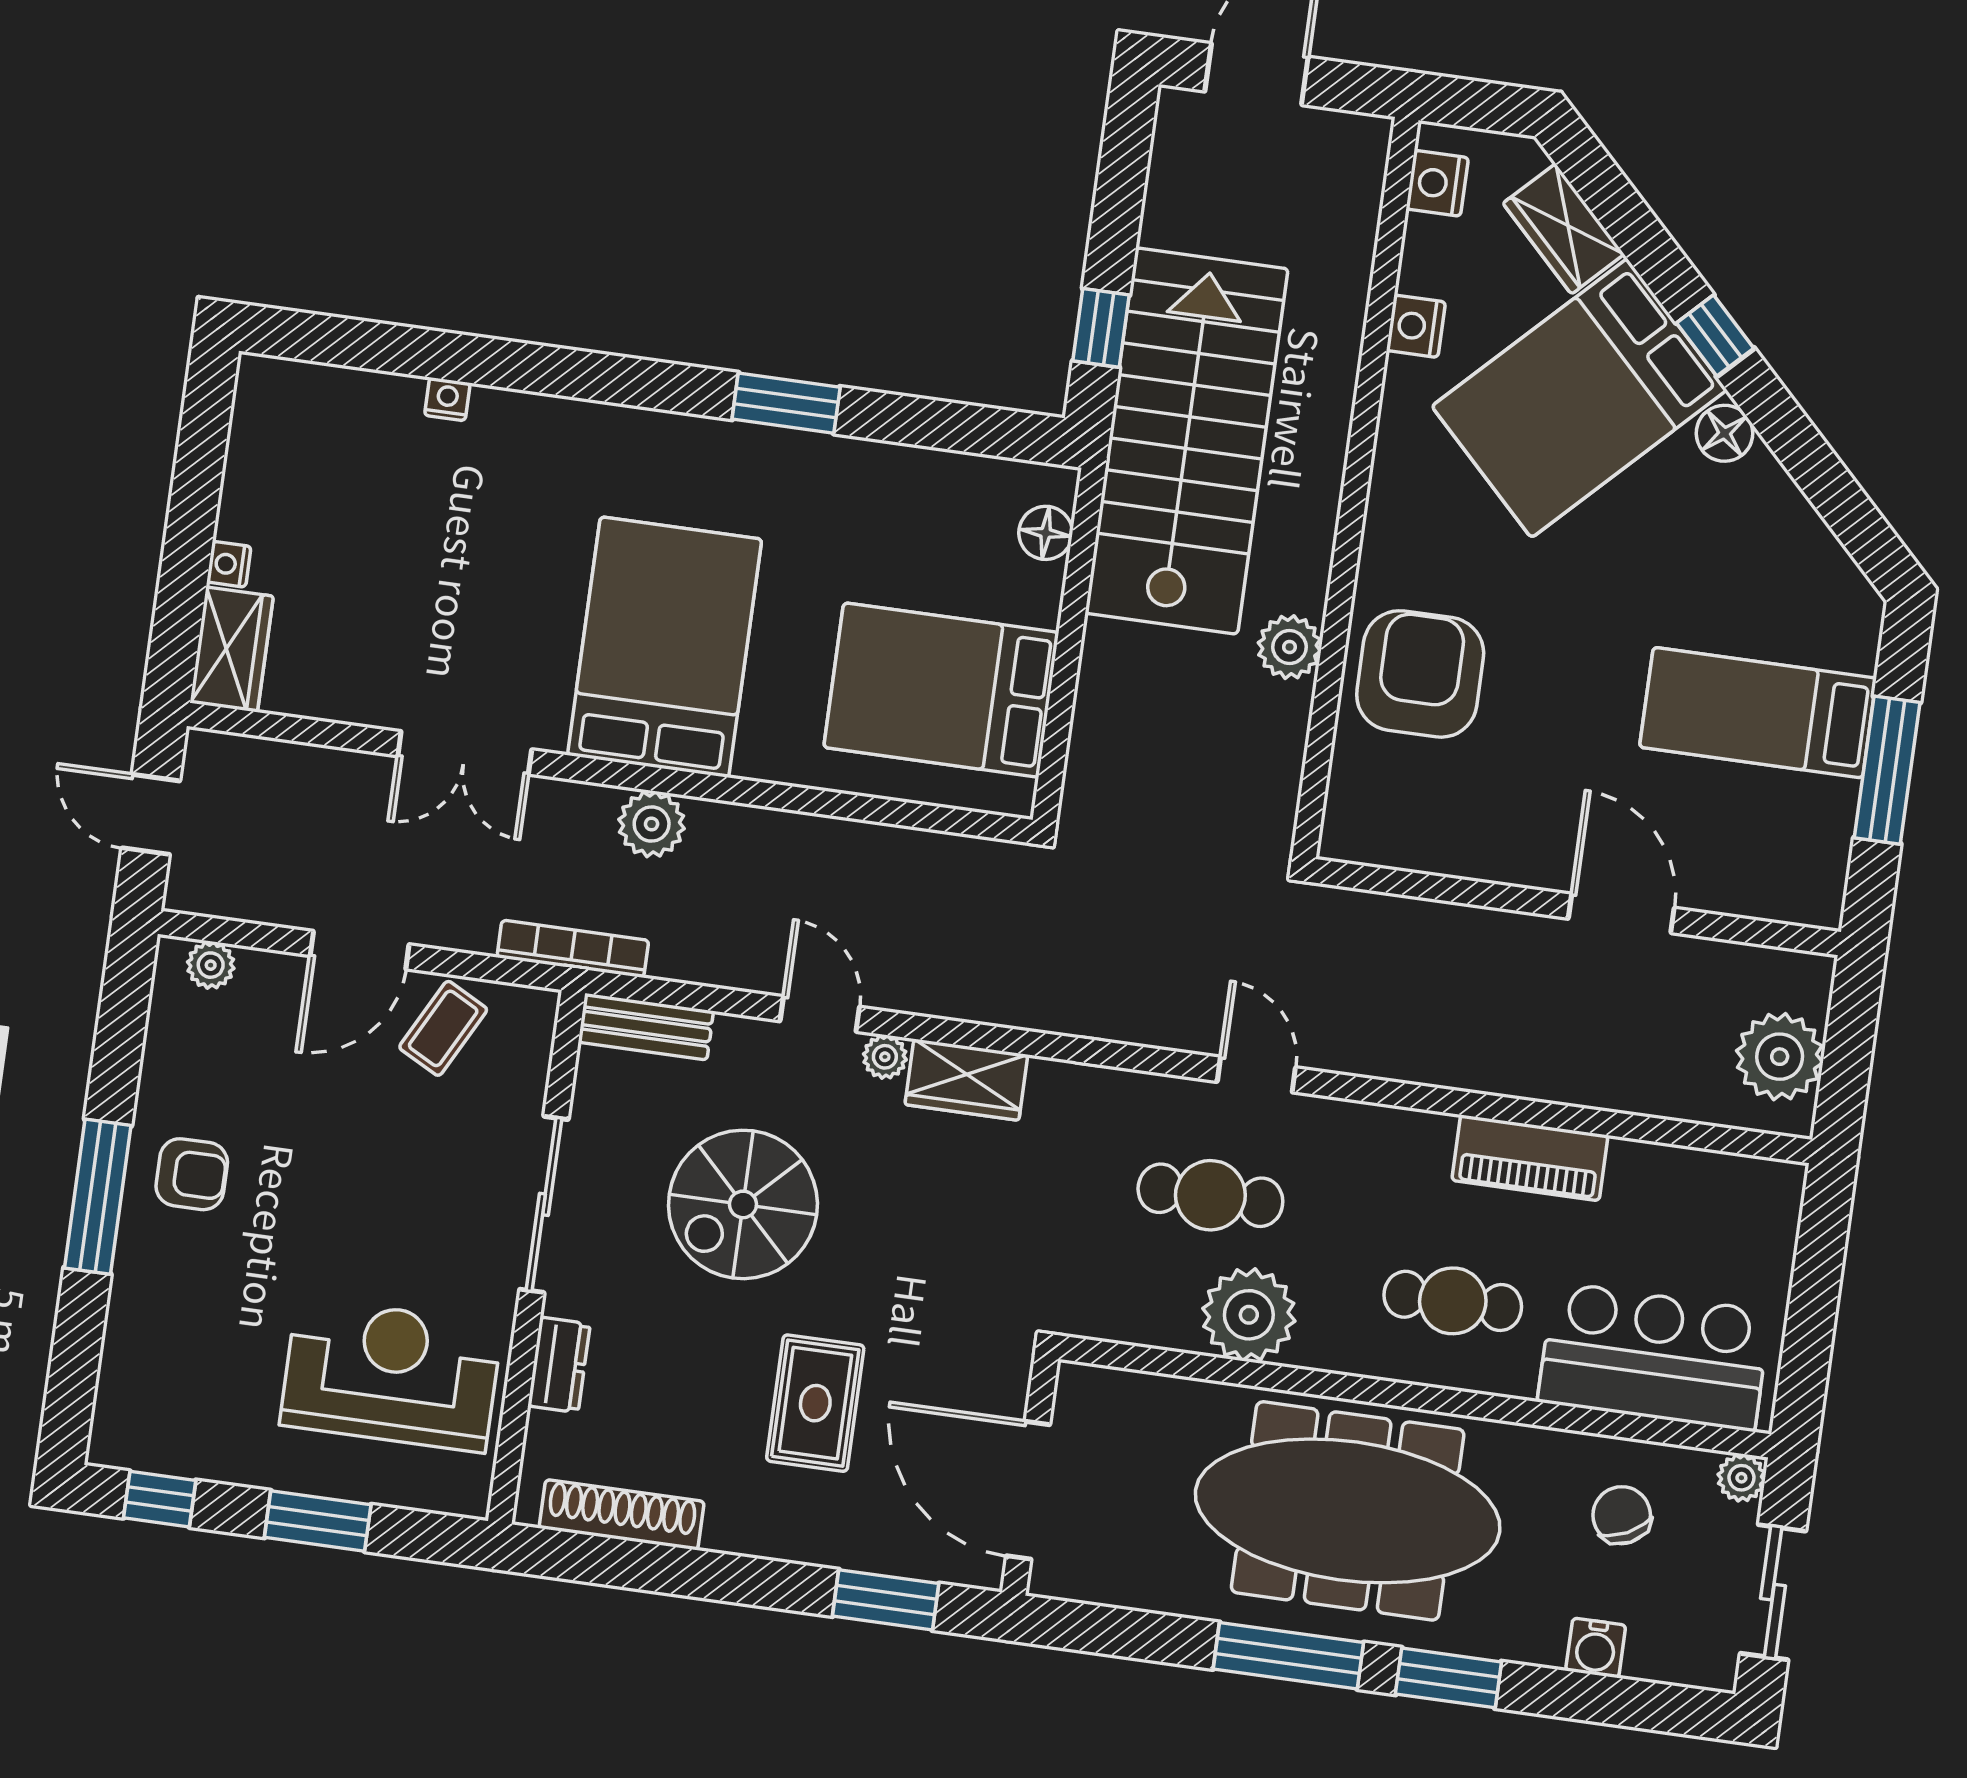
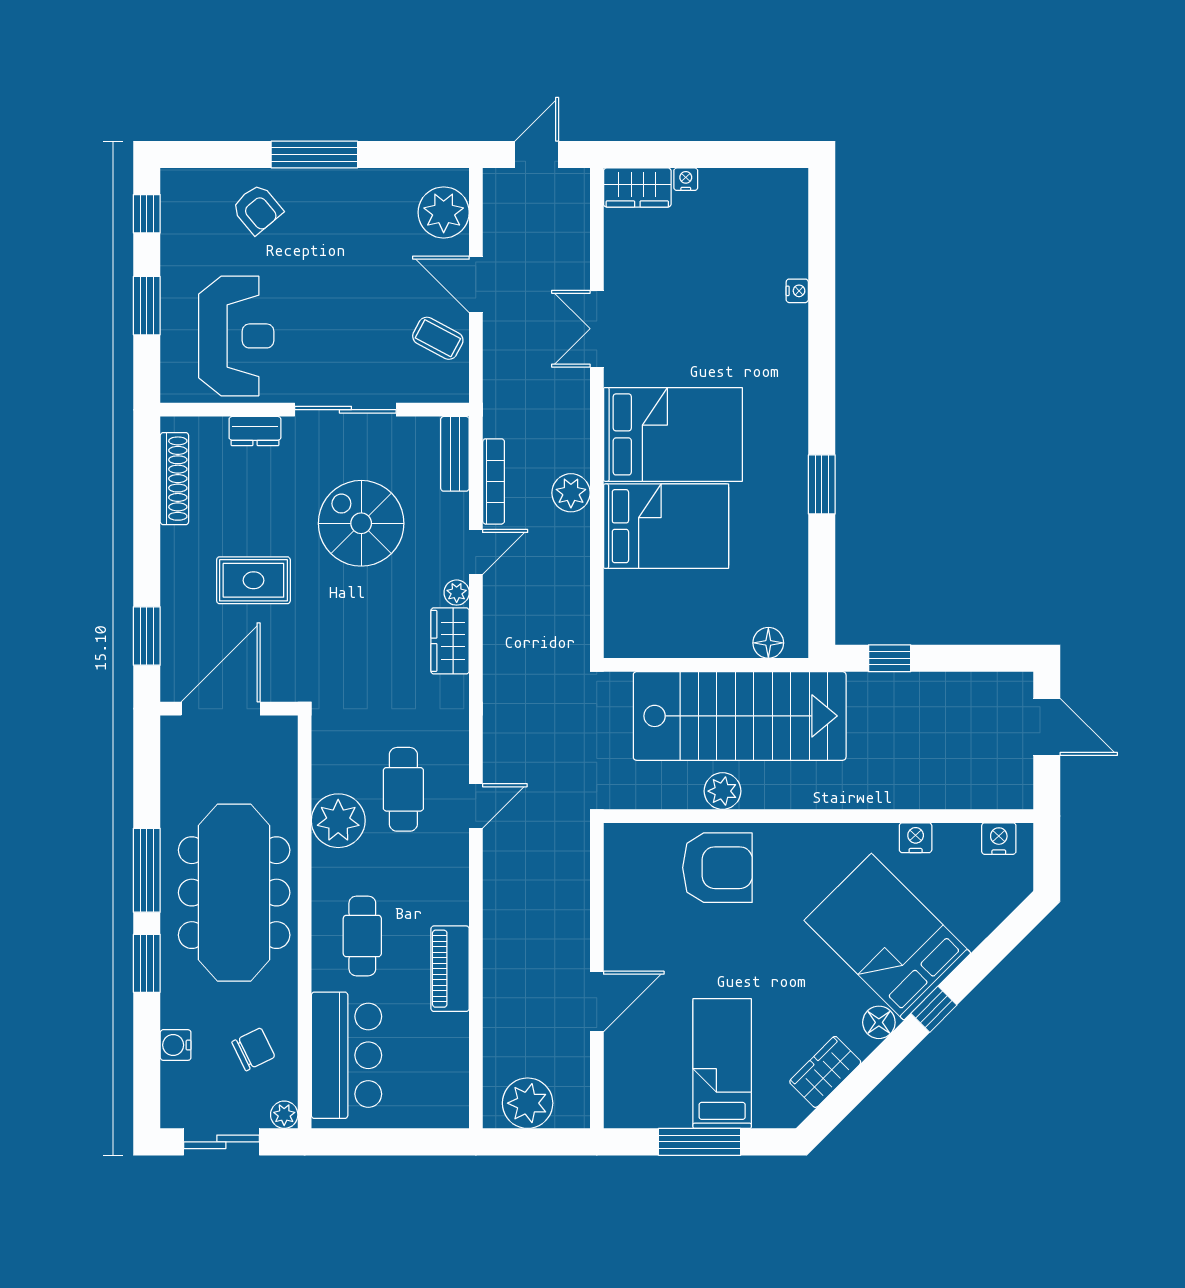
wardrobe: (1564, 229) -> (825, 1072), moved
stairs: (1187, 441) -> (740, 716), moved
bed: (941, 690) -> (666, 526), moved, turned 90
plant: (652, 824) -> (571, 493), moved
bookcase: (573, 949) -> (494, 481), moved
plant: (211, 965) -> (444, 212), width x1.87, depth x1.87
armchair: (192, 1174) -> (257, 209), moved, turned -40

